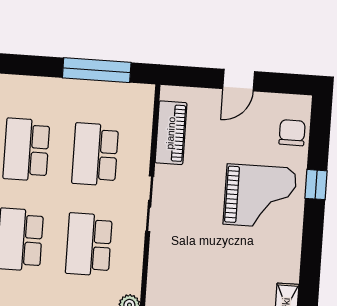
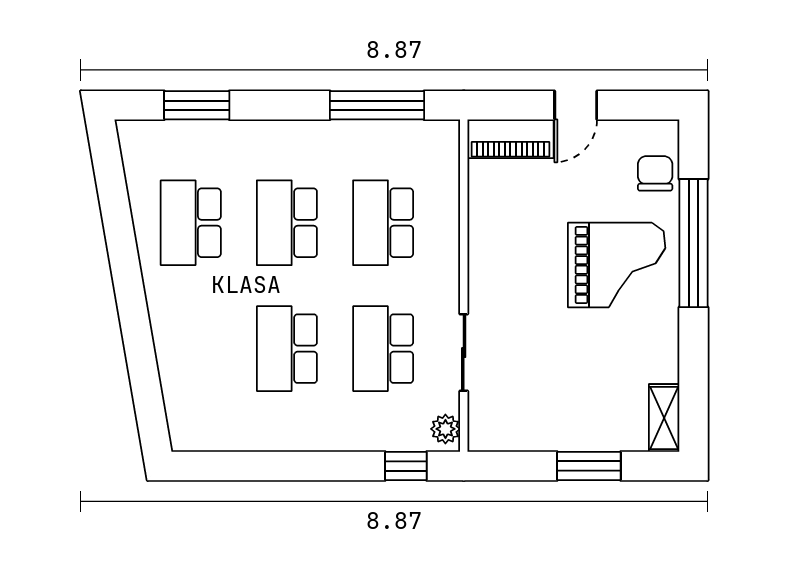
piano: (171, 133) -> (510, 139), moved, turned 90
window: (316, 185) -> (694, 243), width x3.17
sliding door: (150, 204) -> (464, 352), moved

